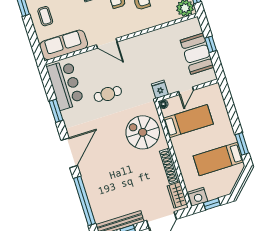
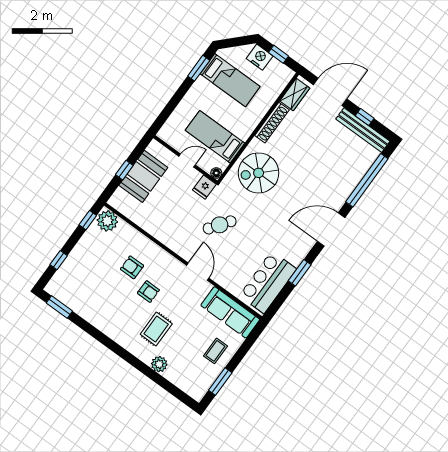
cafe table: (108, 94) -> (220, 225), moved, turned -54
spiral stairs: (143, 132) -> (259, 173), turned 90
nightstand: (198, 197) -> (260, 57), moved

